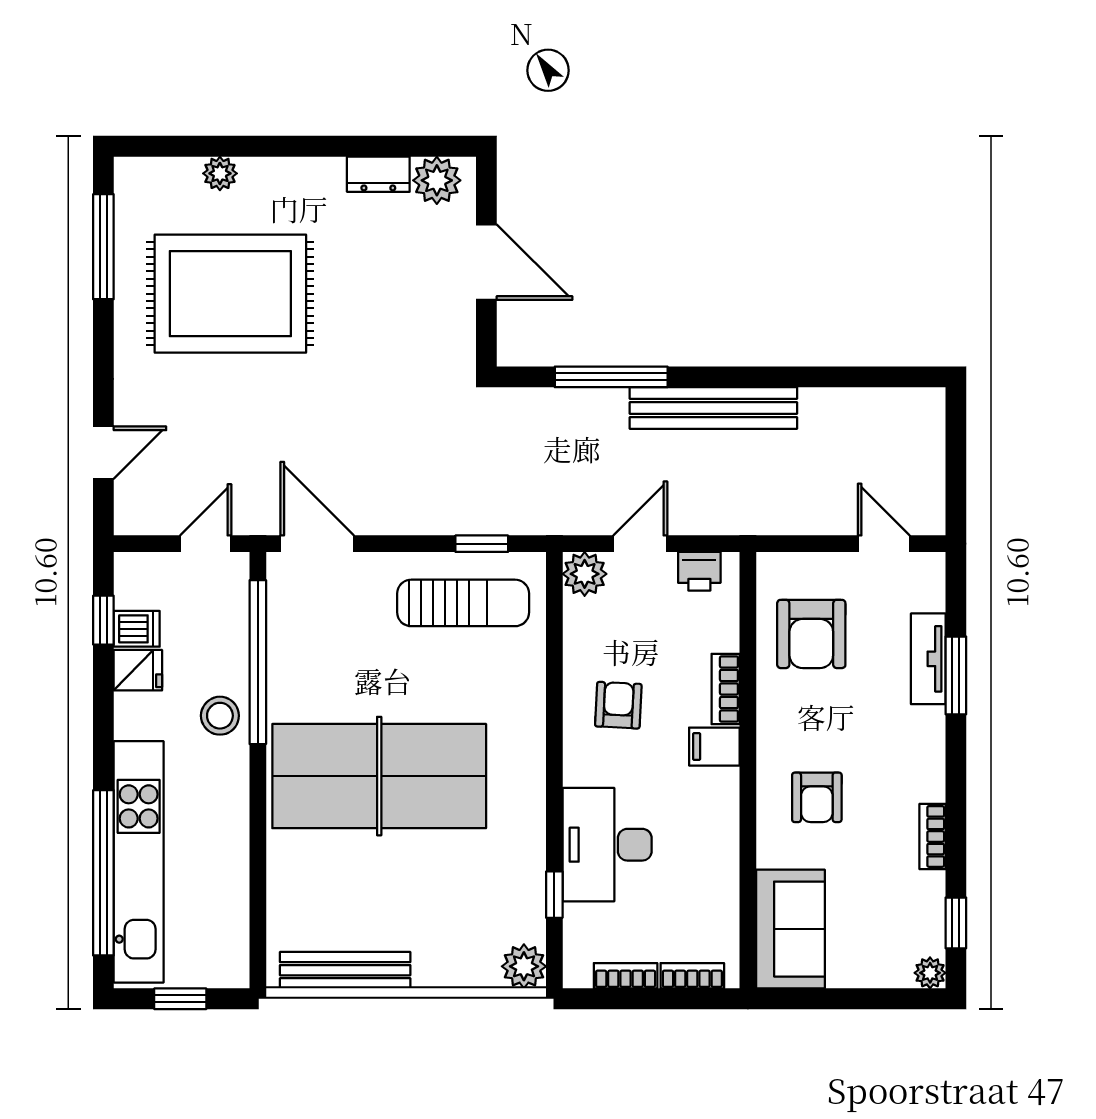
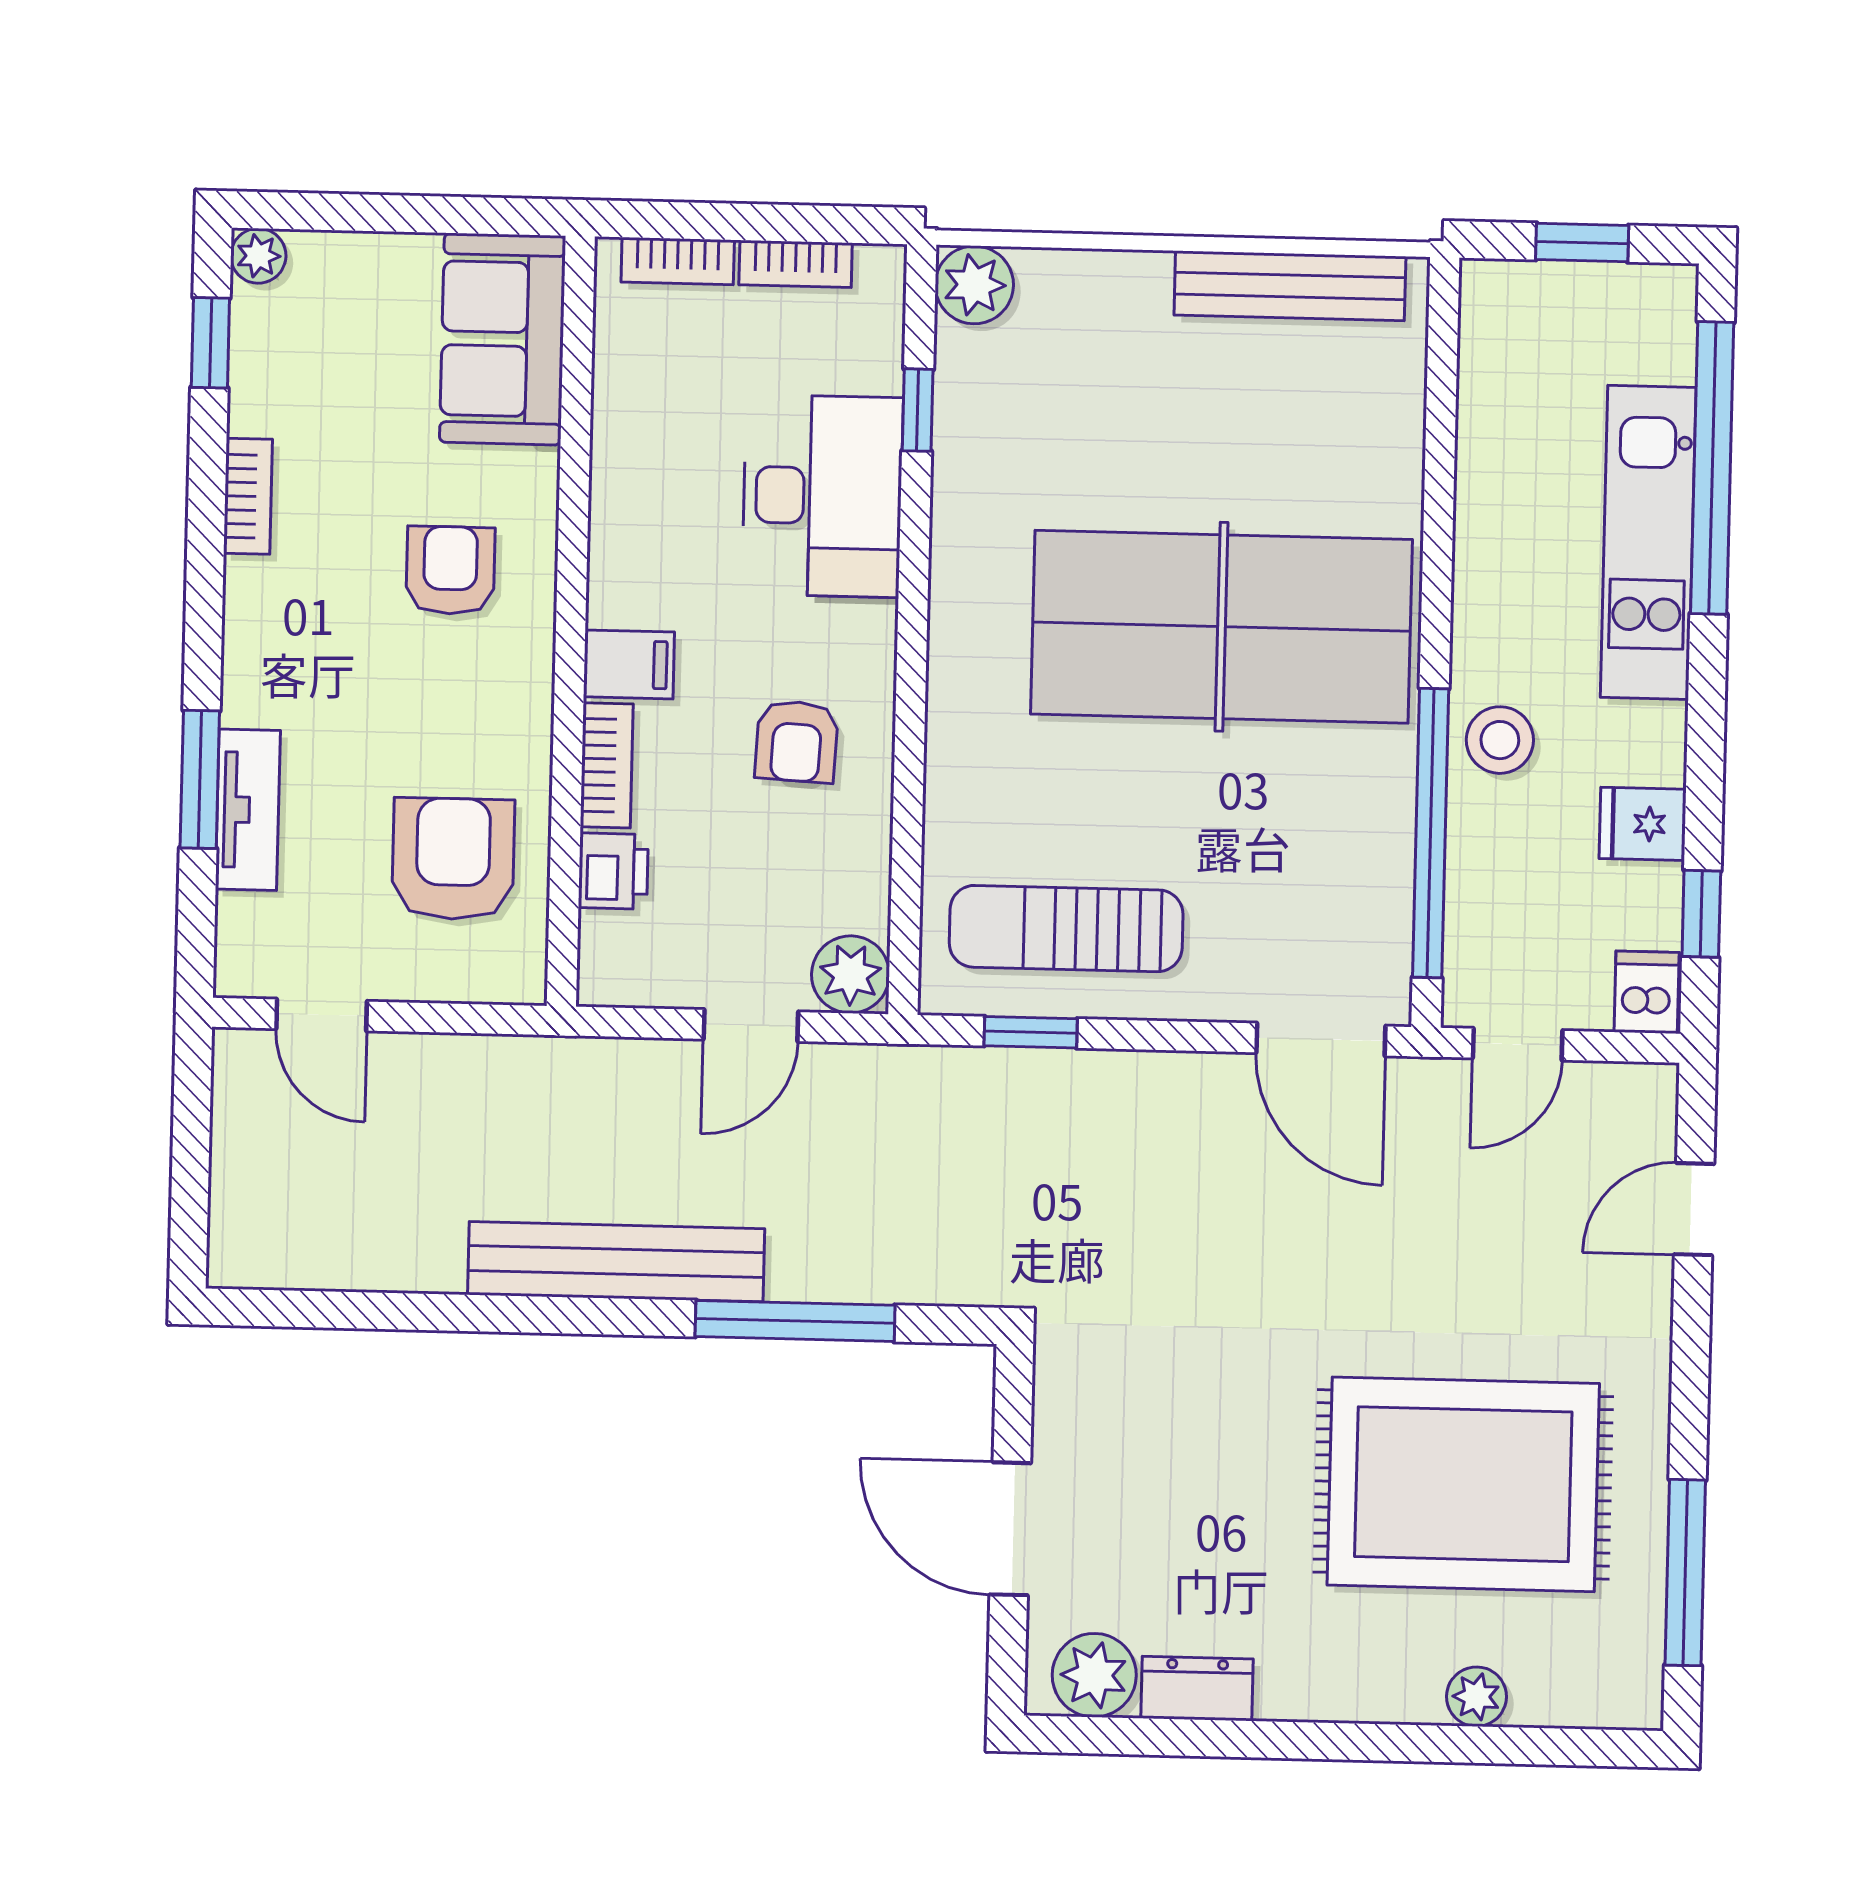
printer: (699, 571) -> (613, 871), moved, turned 90
dishwasher: (137, 629) -> (1647, 992), moved, turned 90
kitchen unit: (139, 862) -> (1648, 542), width x0.73

